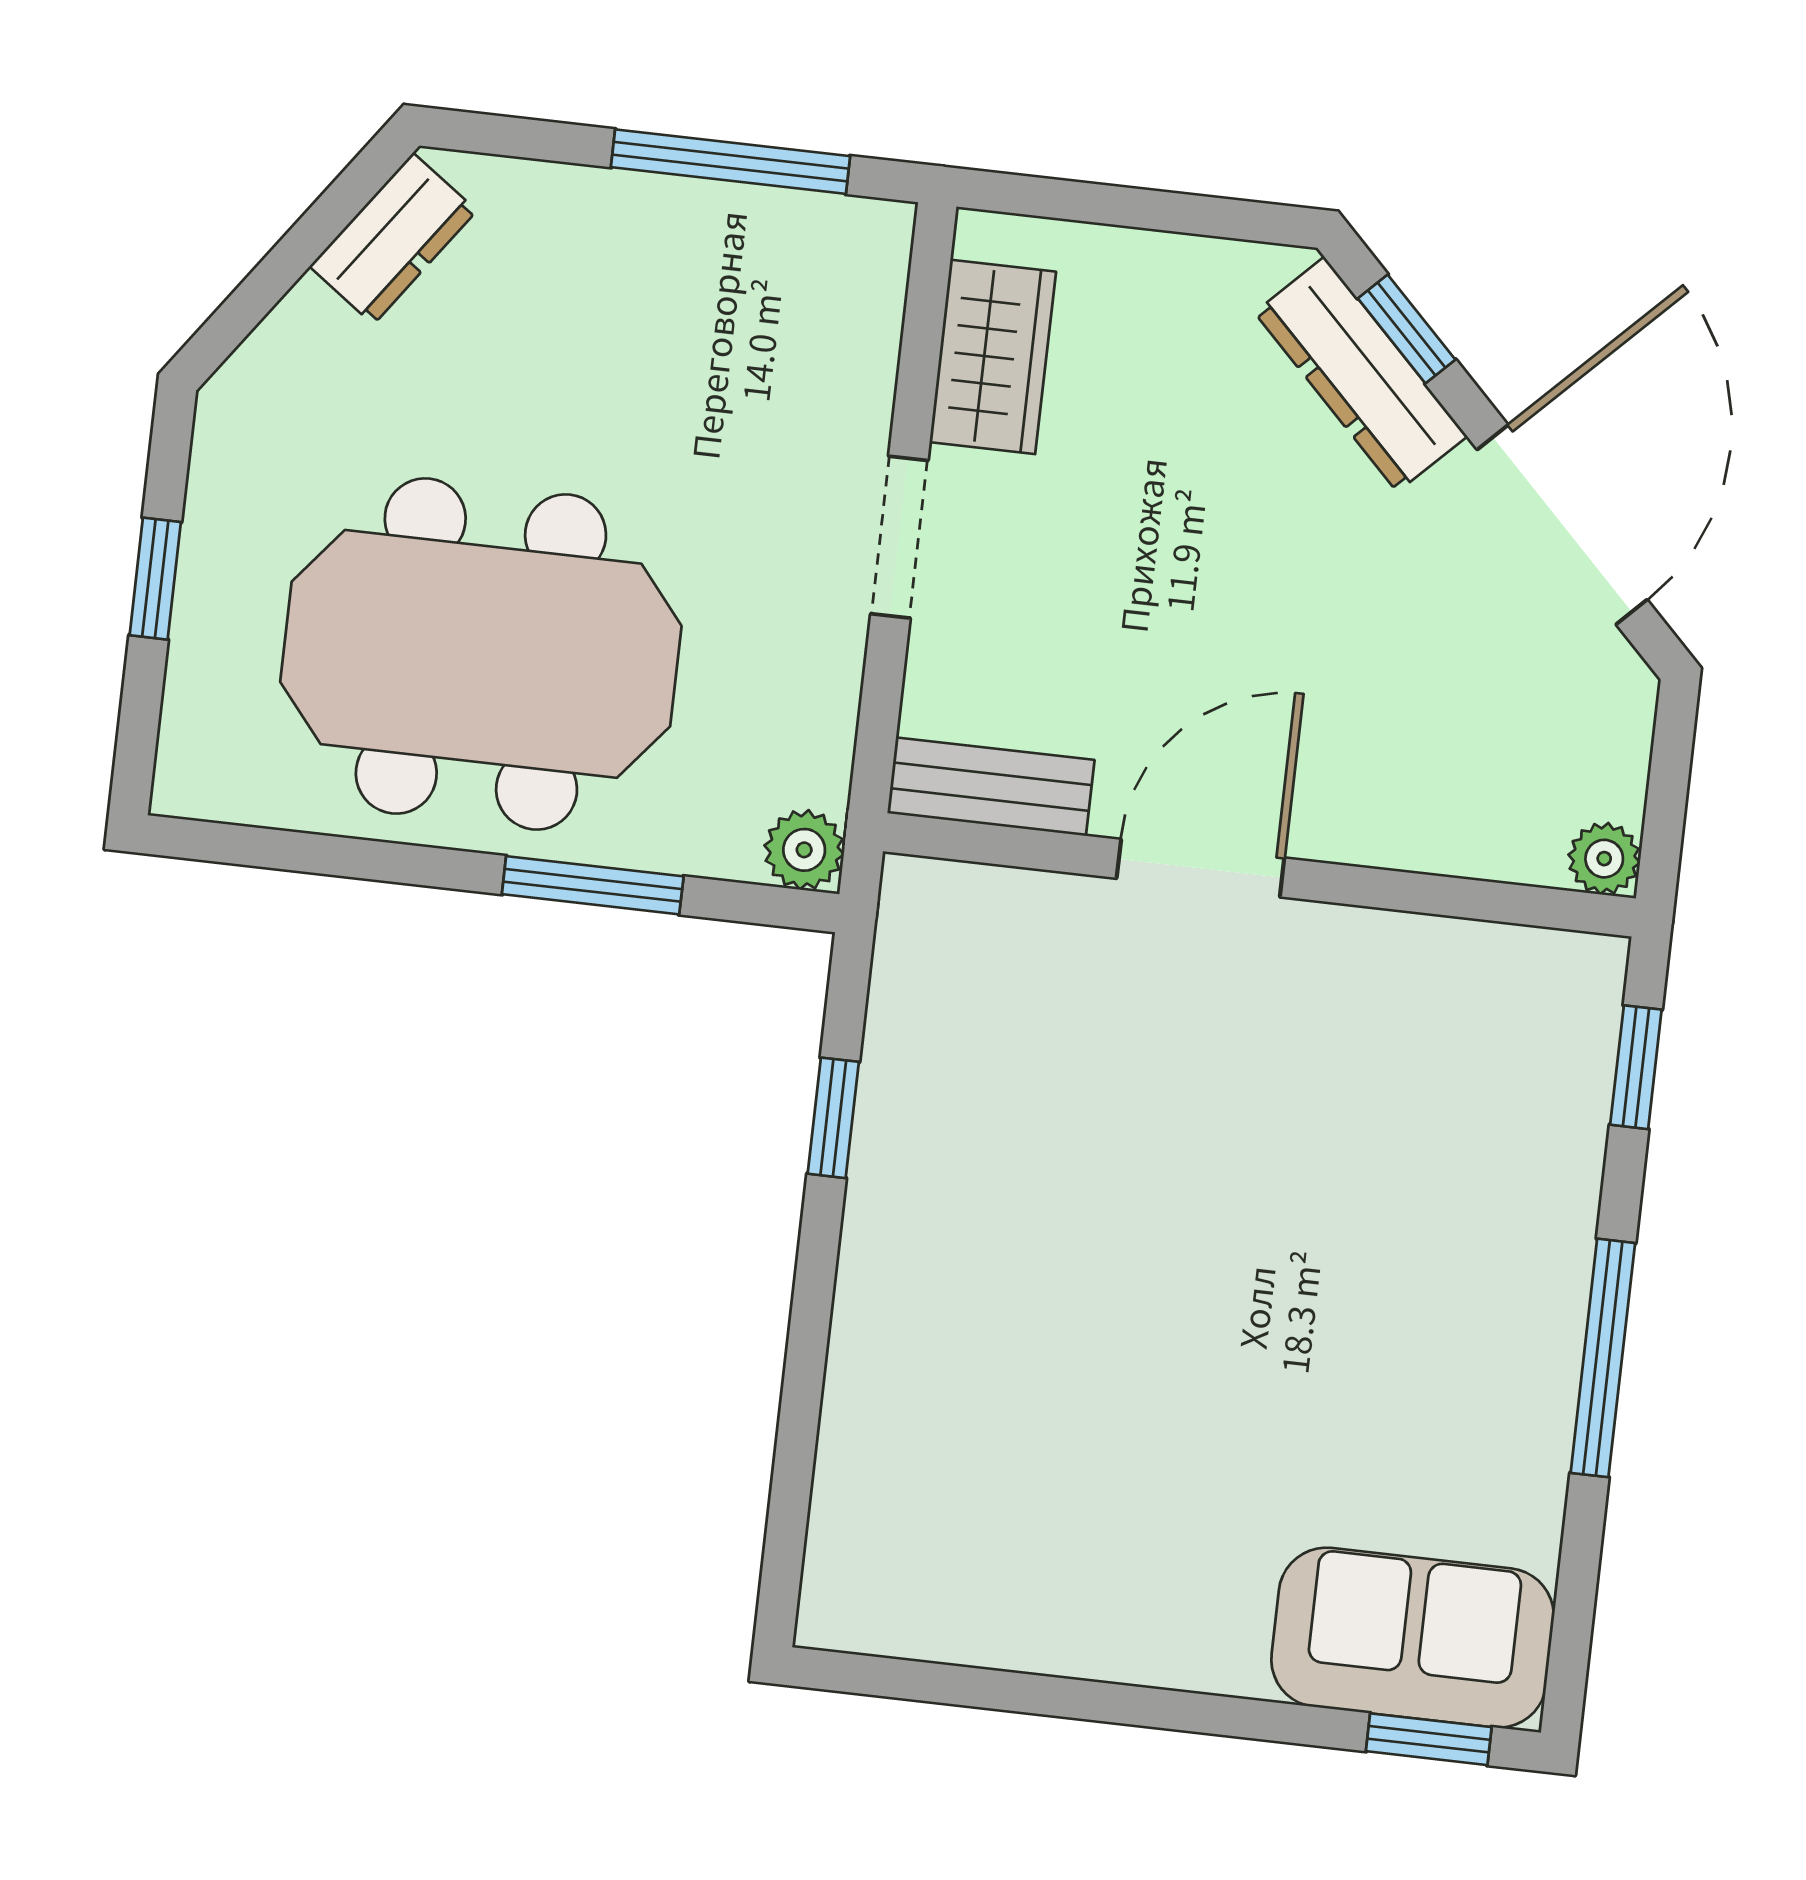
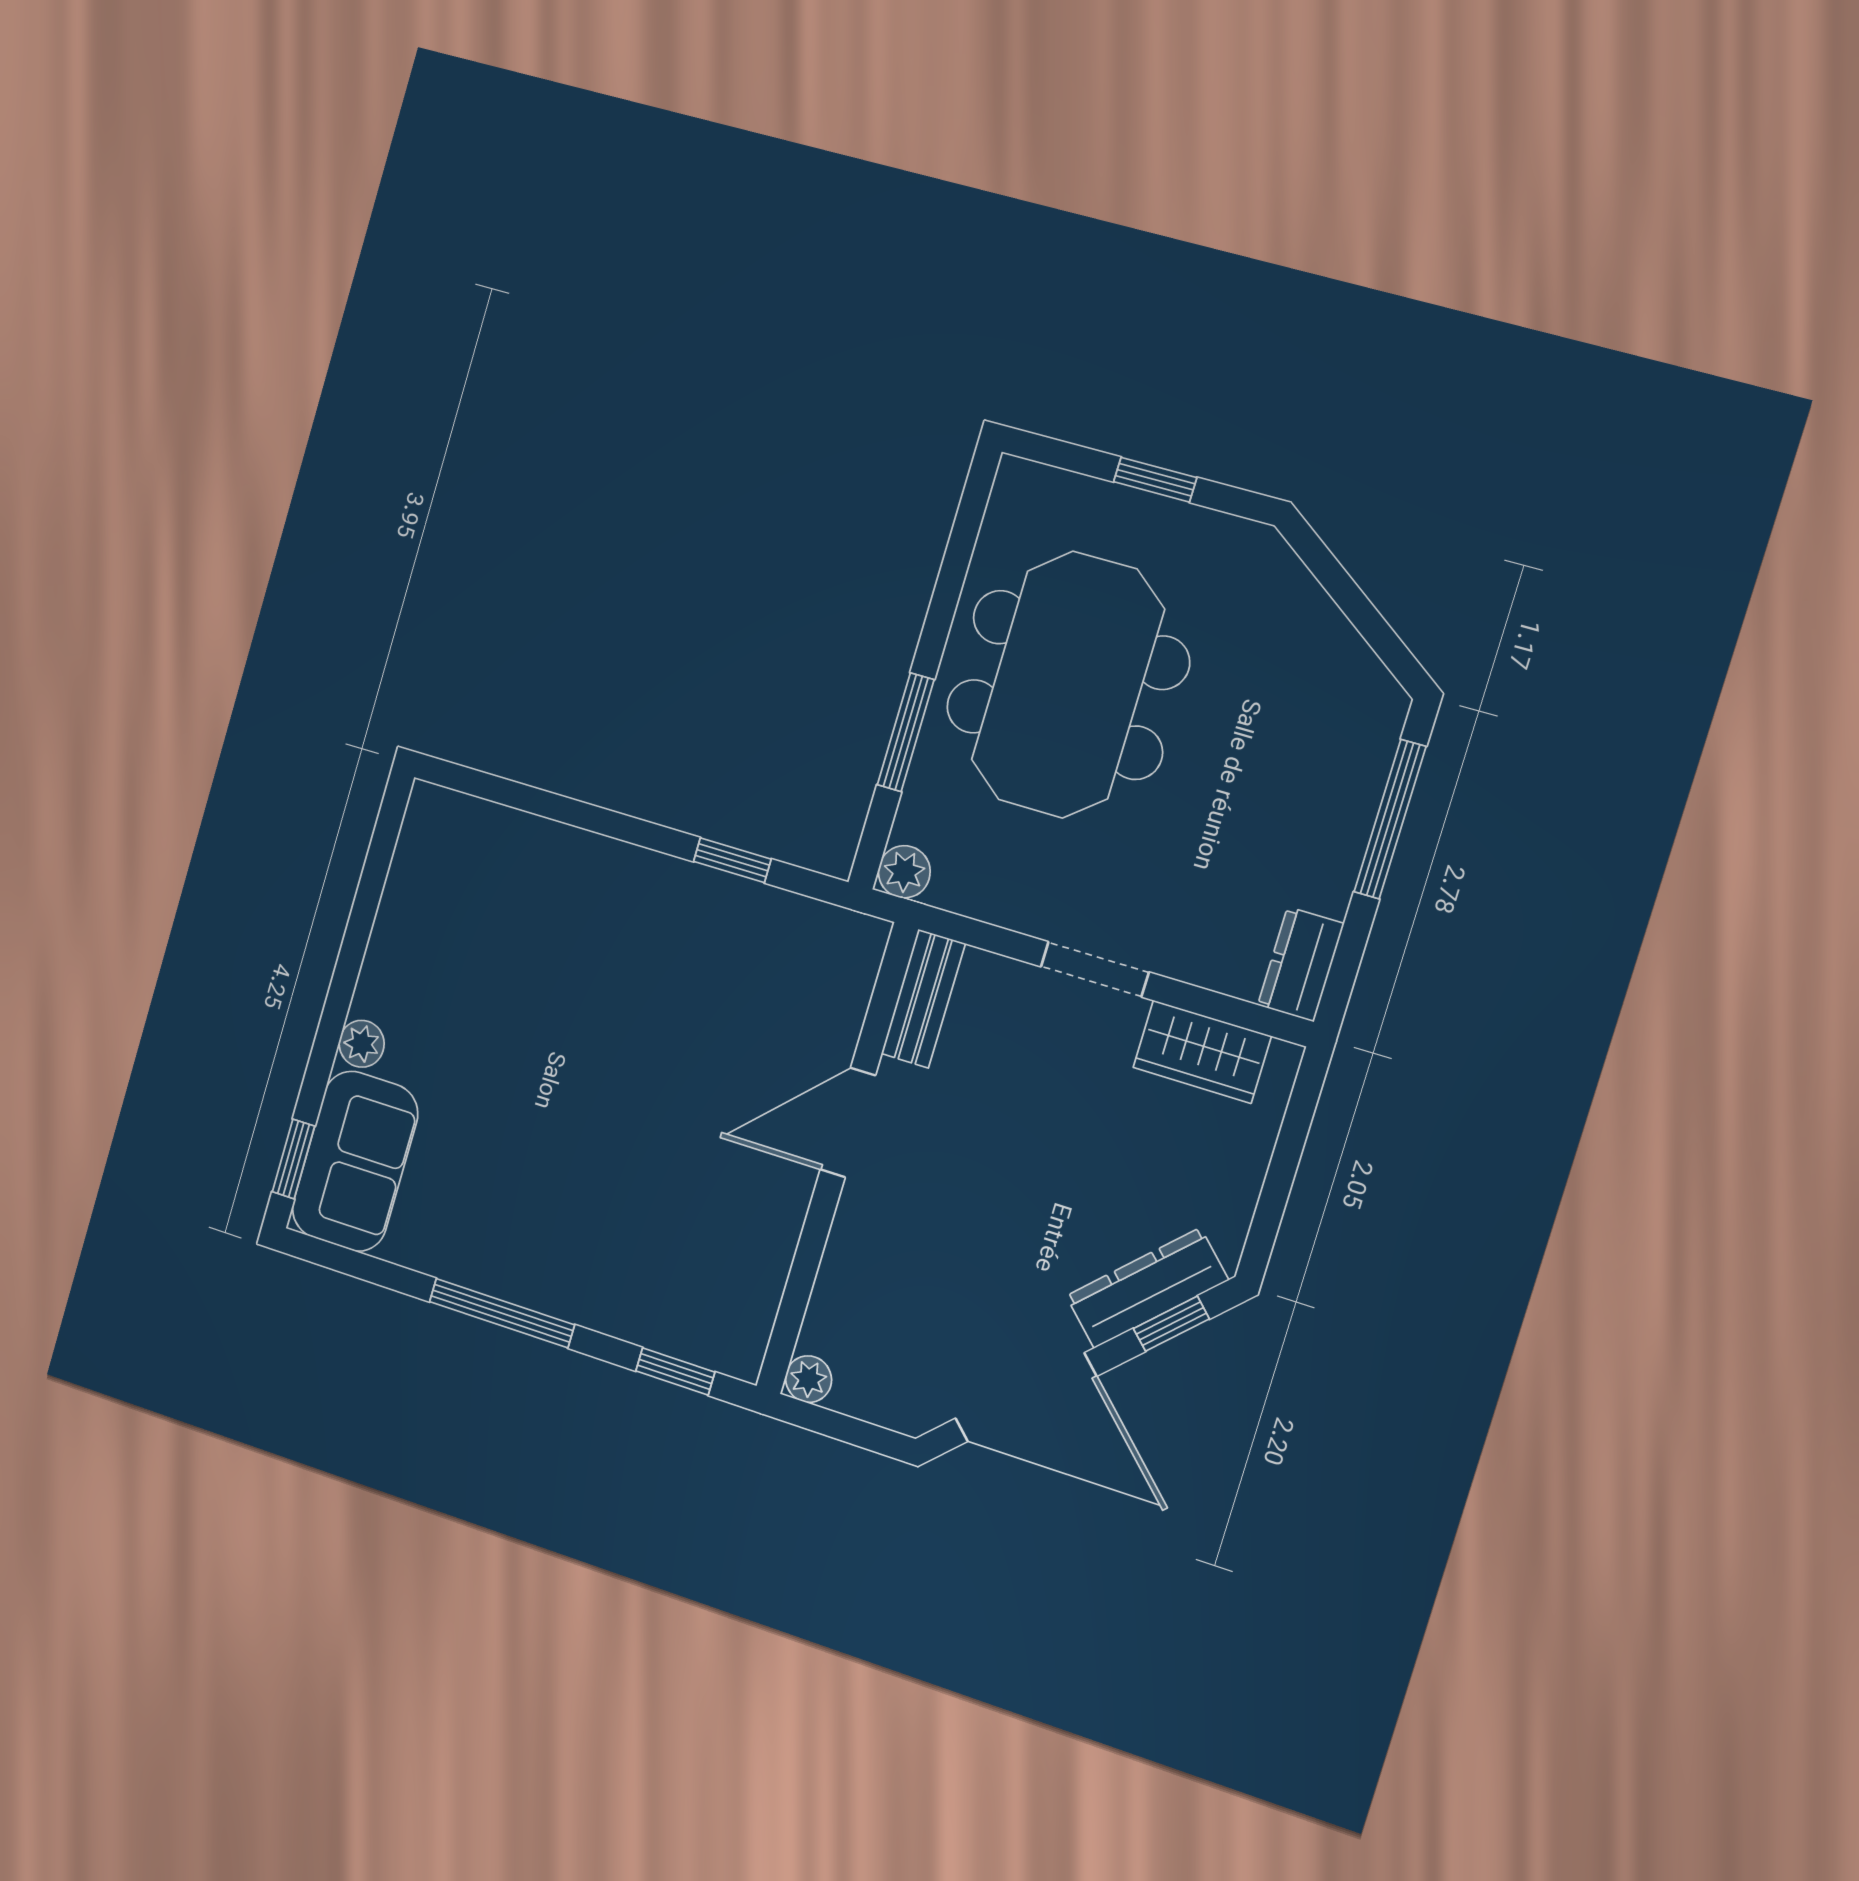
window: (731, 162) -> (1390, 819), moved
dresser: (393, 239) -> (1301, 964), moved, turned 54
door: (1200, 868) -> (848, 1122), swing flipped
plant: (1226, 1659) -> (362, 1044), added

